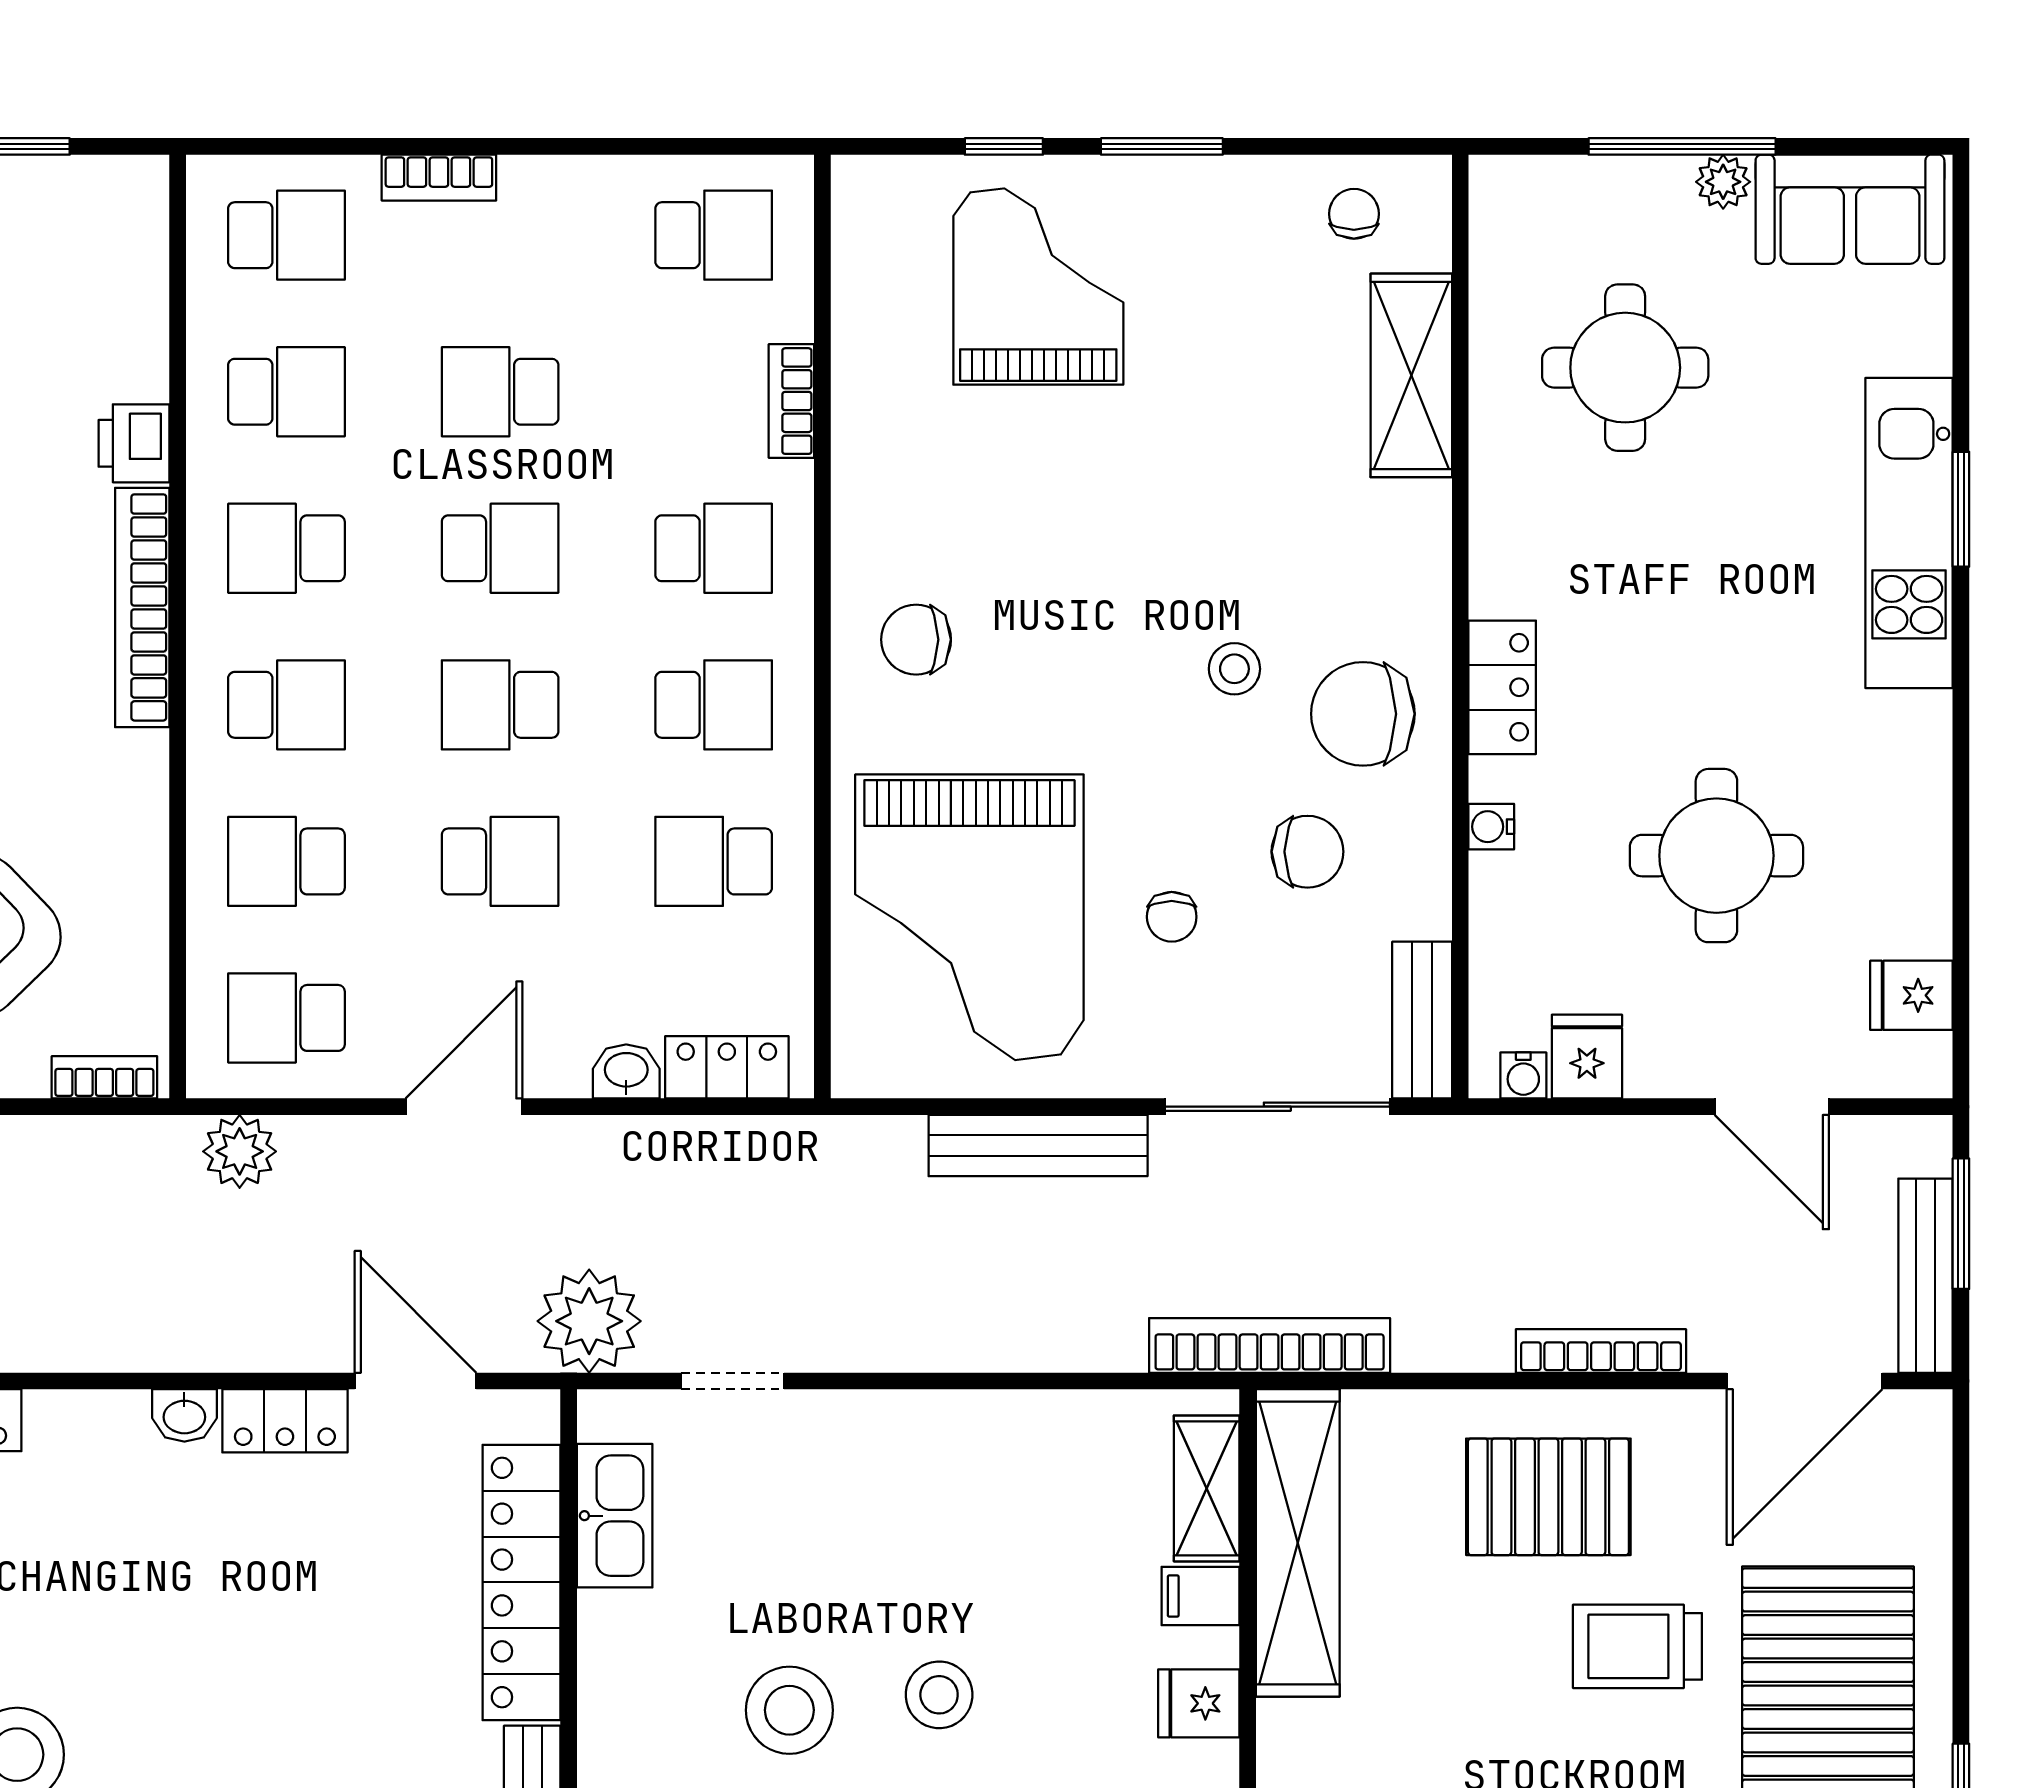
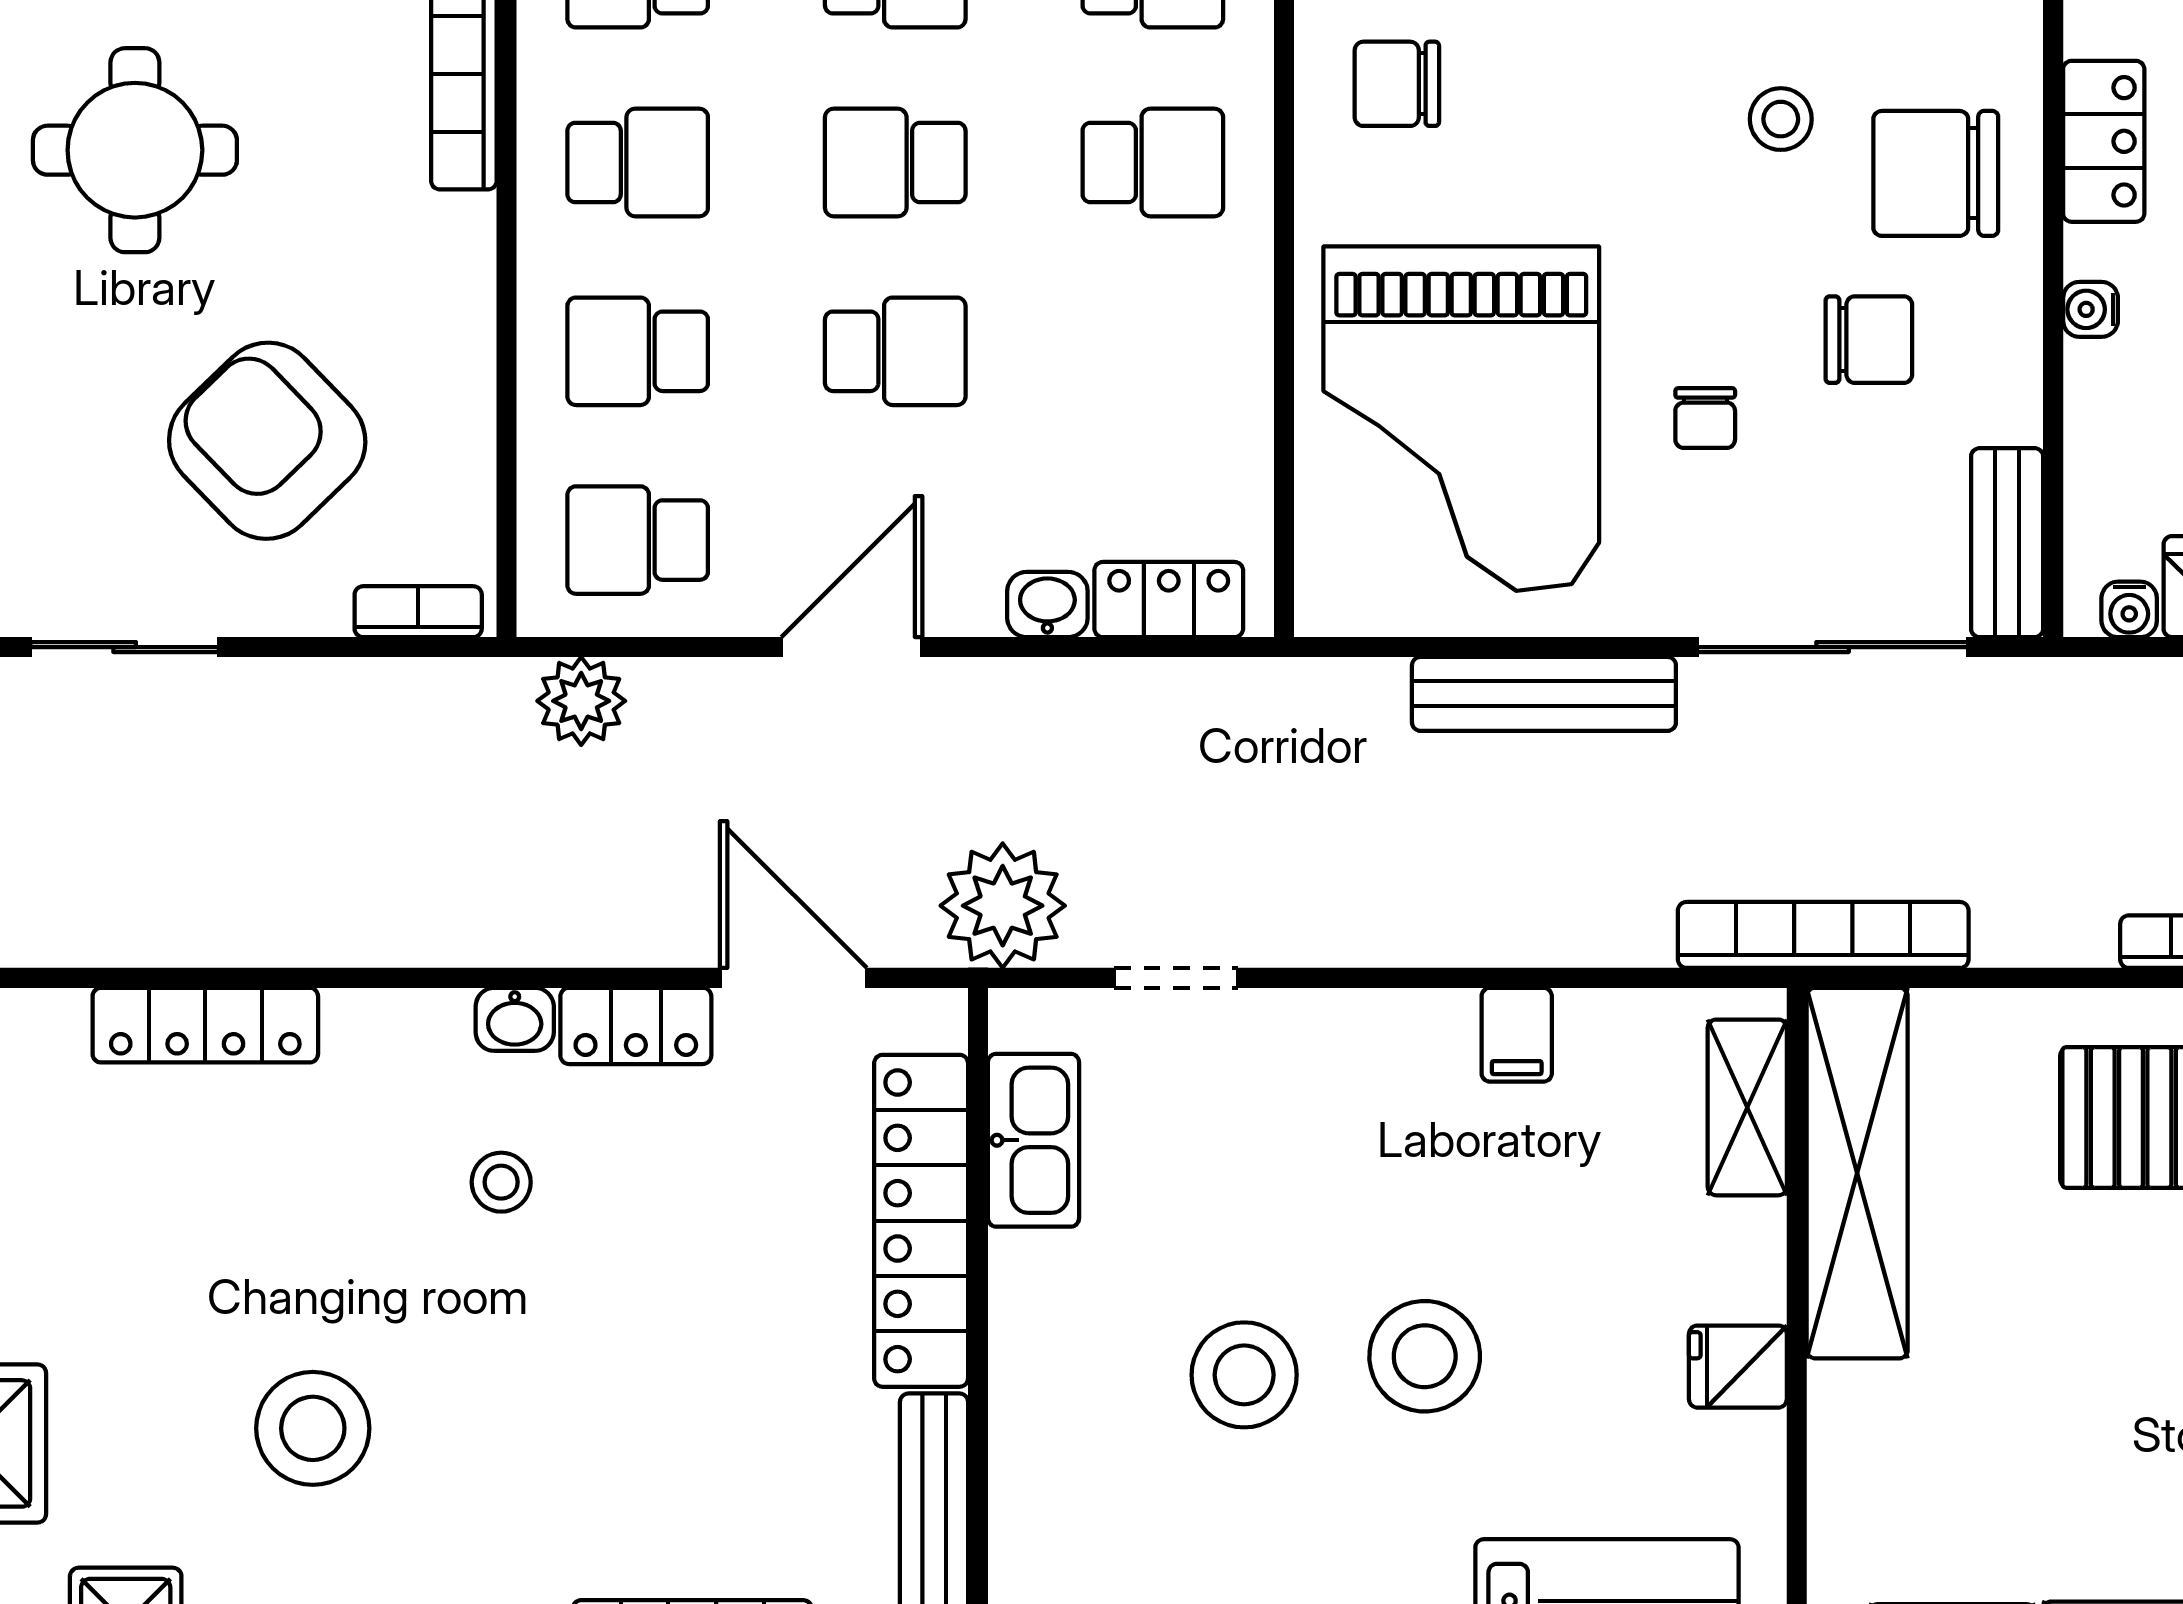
school desk: (714, 861) -> (1153, 351), removed
stool: (173, 1550) -> (501, 1182), added
filing cabinet: (1200, 1596) -> (1517, 1035), moved, turned -90
stool: (939, 1695) -> (1425, 1356), width x1.38, depth x1.38

